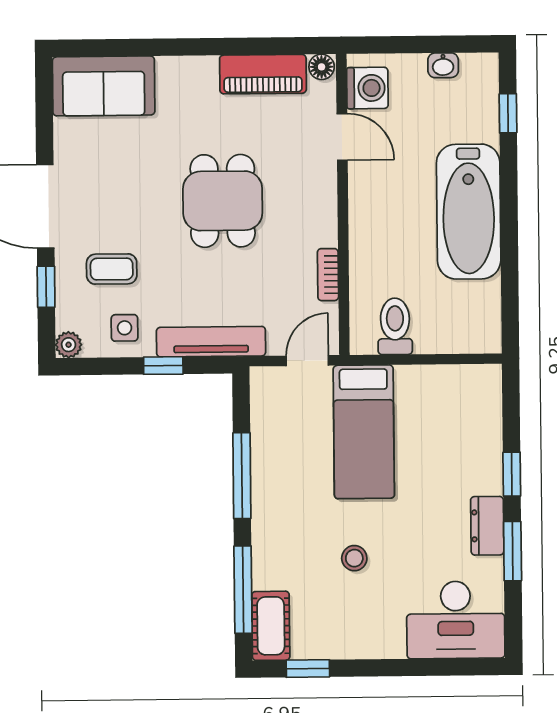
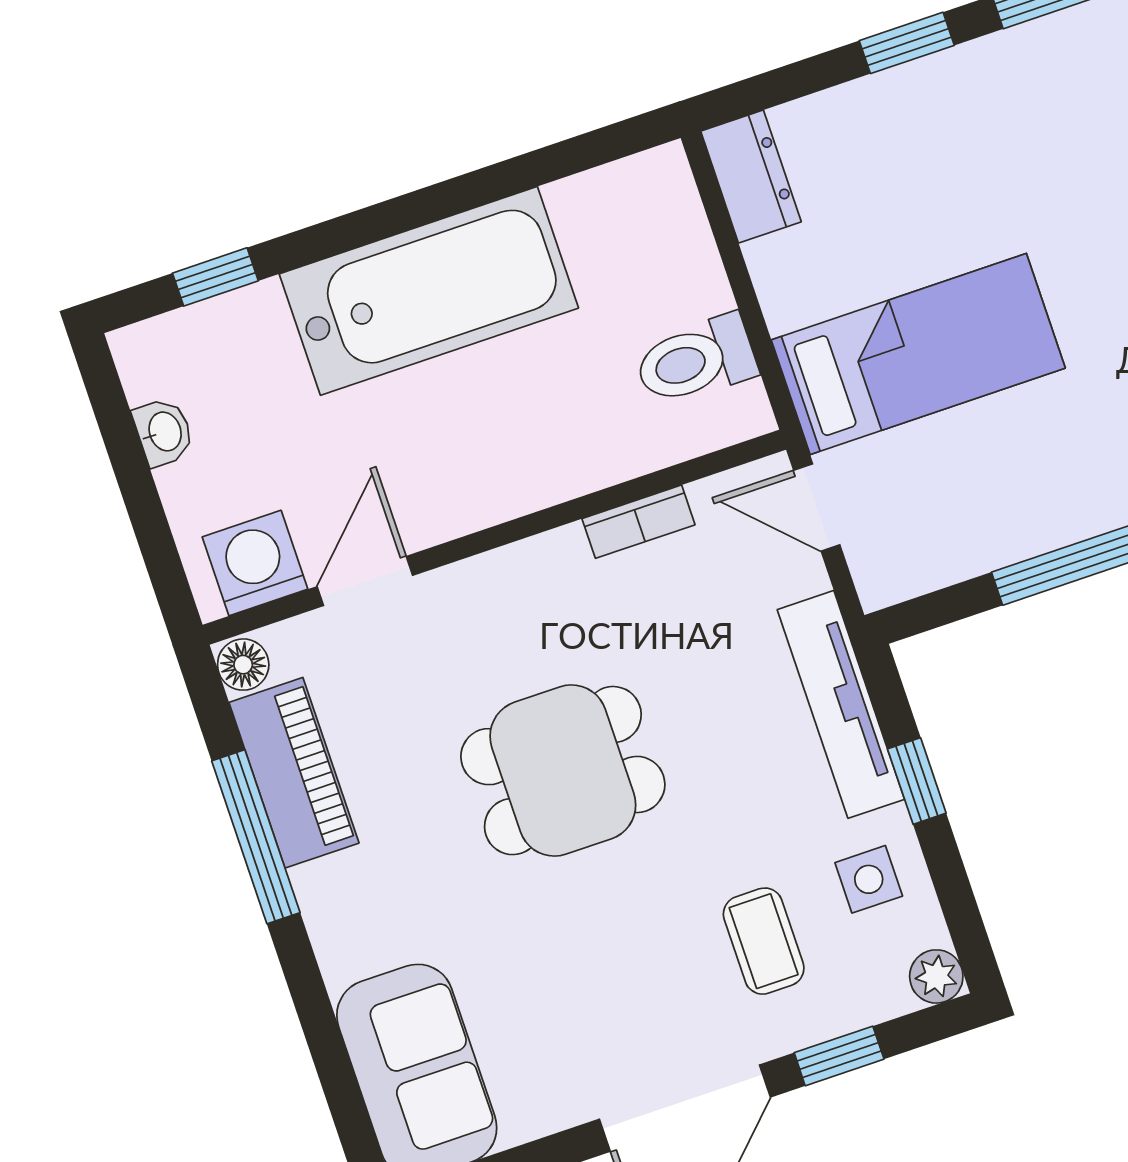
window: (239, 46) -> (256, 837), added
dresser: (487, 526) -> (751, 176), moved, turned -90

